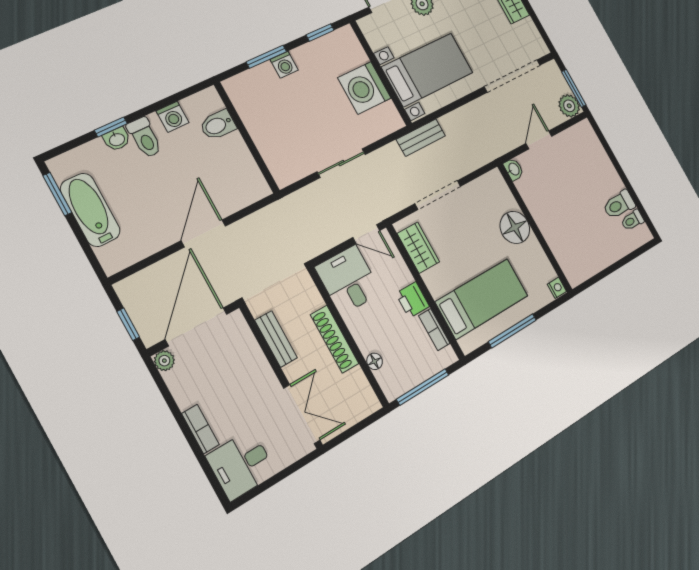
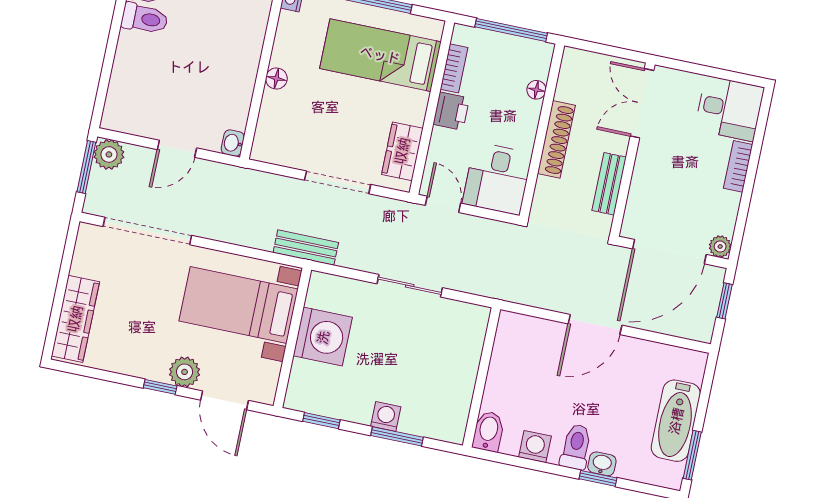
bidet: (218, 125) -> (488, 431), moved, turned -90
floor lamp: (515, 227) -> (276, 79), width x0.53, depth x0.53

